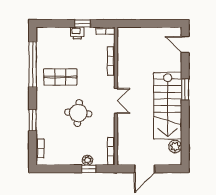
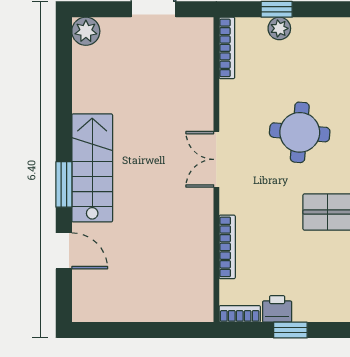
printer: (77, 33) -> (277, 309), moved
door: (185, 45) -> (64, 251), moved
stairs: (168, 106) -> (92, 168), width x0.73, depth x0.66
plant: (175, 147) -> (86, 31), moved

